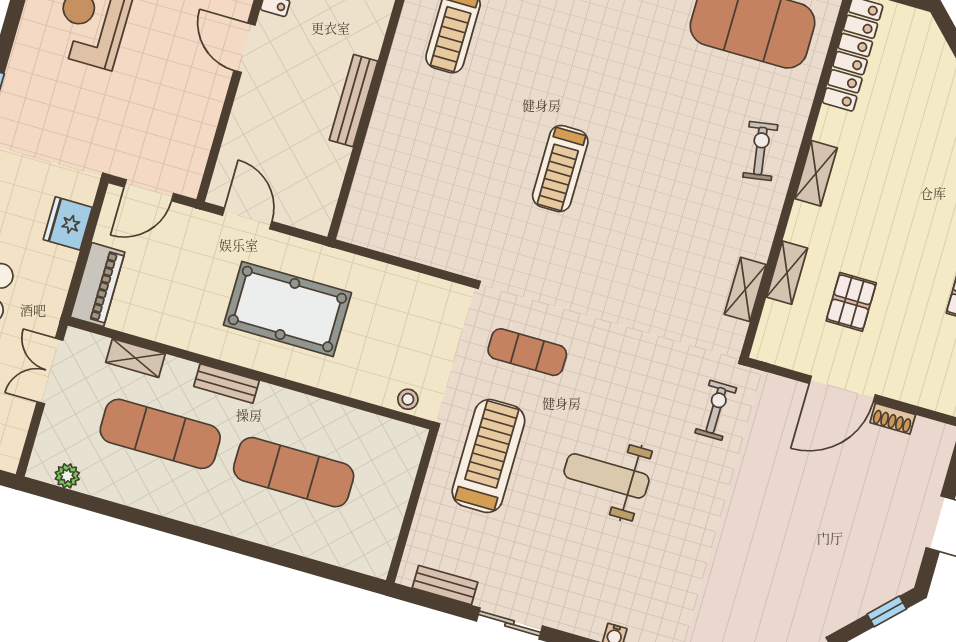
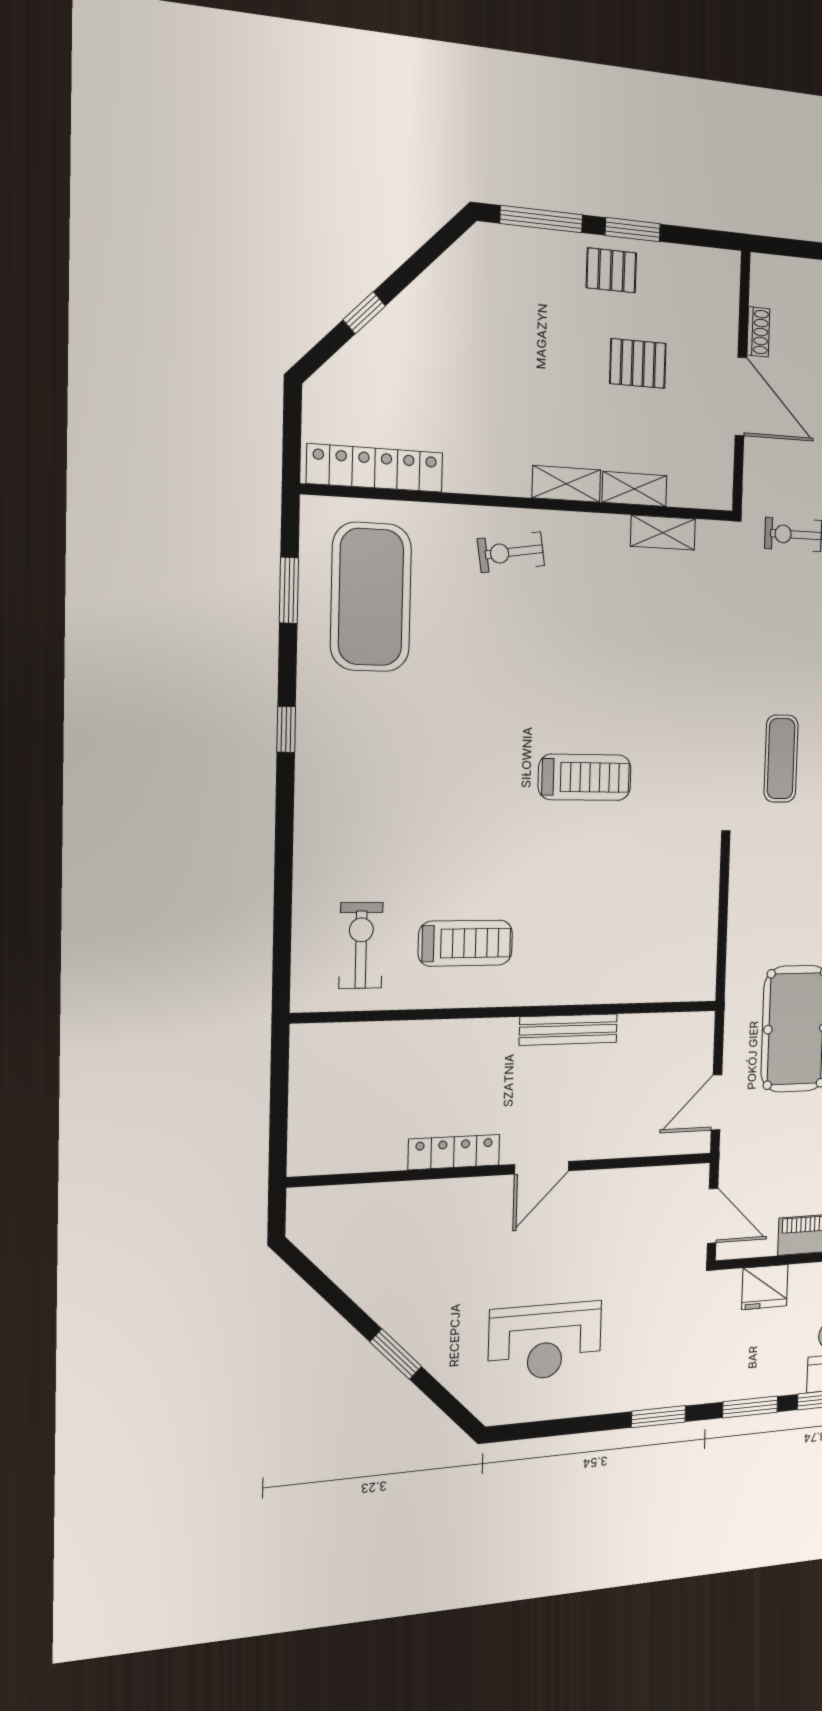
shelving: (816, 173) -> (566, 484), moved
pallet: (851, 302) -> (638, 363), moved

